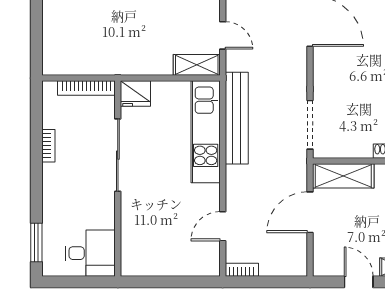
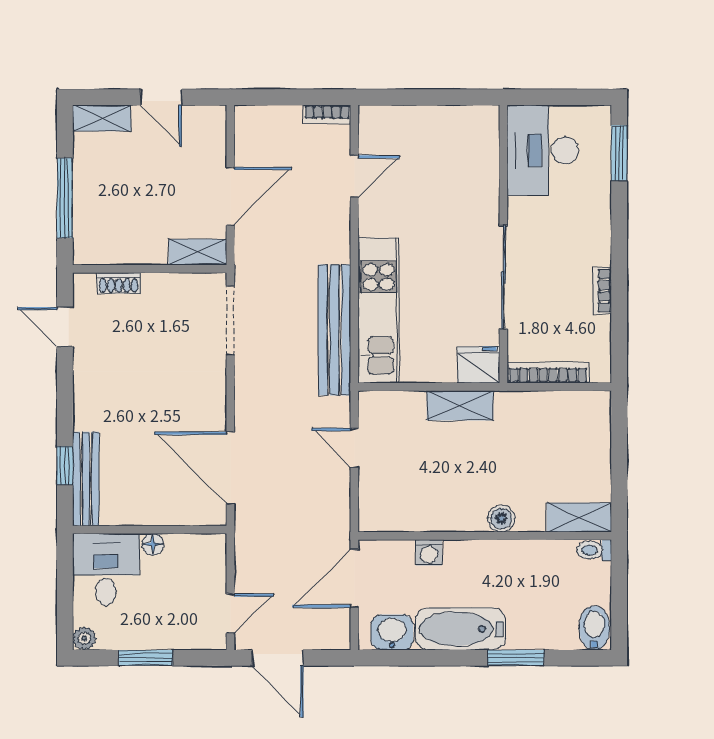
shelving: (197, 65) -> (460, 405), moved
shelving: (343, 176) -> (198, 252), width x0.67, depth x0.75
desk: (90, 253) -> (543, 150), width x1.37

